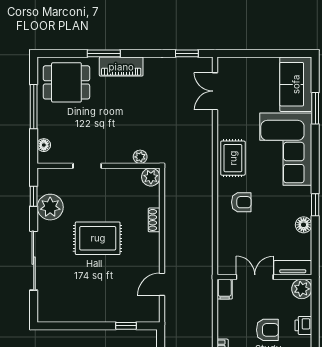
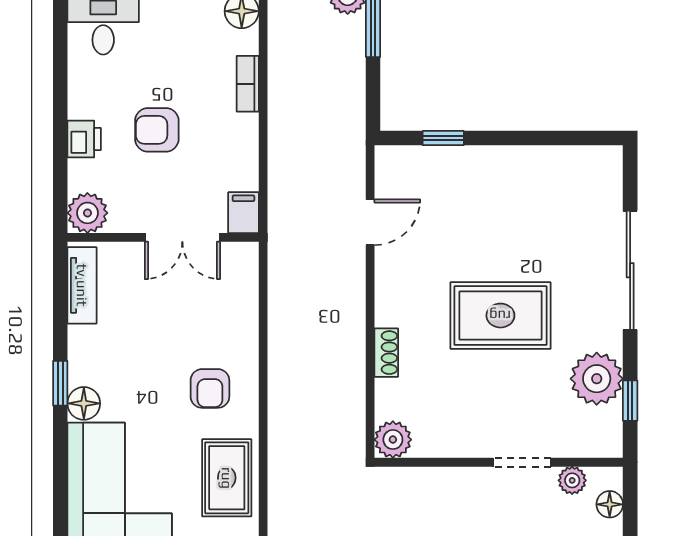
plant: (140, 157) -> (572, 480), moved
armchair: (241, 202) -> (210, 388), turned -90
floor lamp: (304, 225) -> (84, 403), moved
tv unit: (293, 268) -> (82, 285), moved, turned -90

